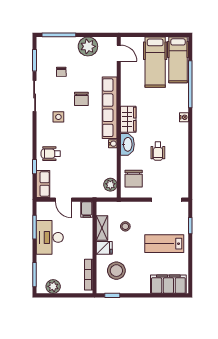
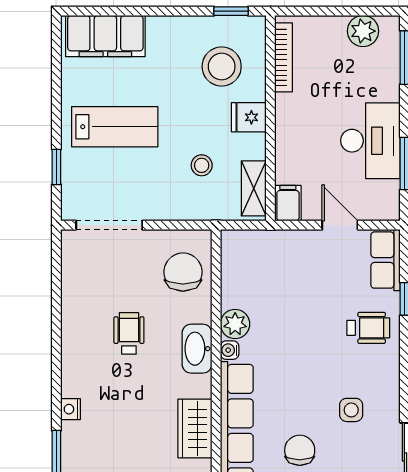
wardrobe: (128, 119) -> (195, 428), moved
plant: (110, 185) -> (235, 324), moved
shelving: (102, 228) -> (254, 188), moved

